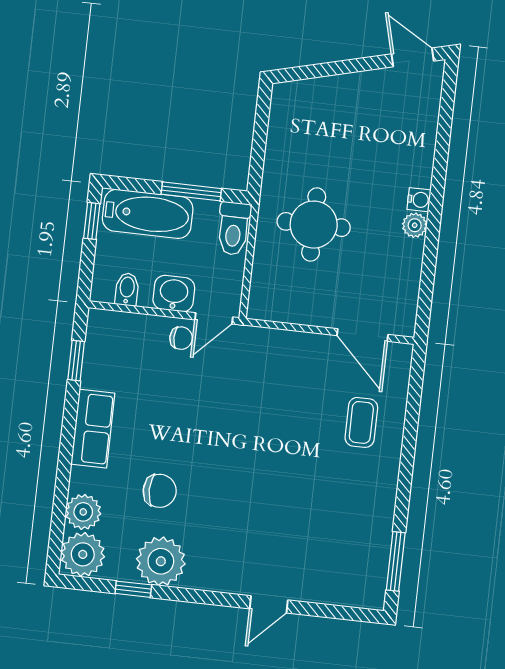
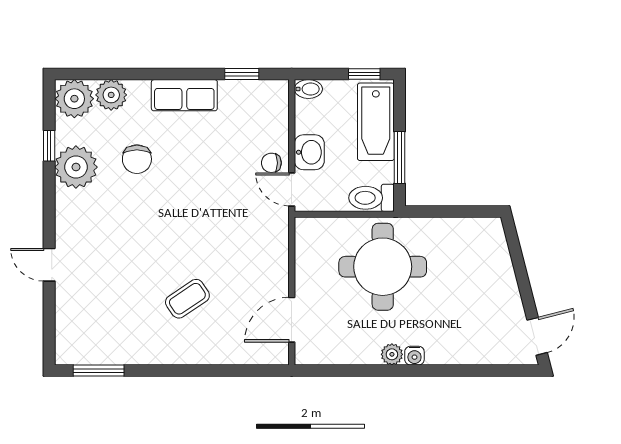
round table: (314, 225) -> (383, 267), width x1.36, depth x1.36
bidet: (127, 289) -> (308, 89), moved
chair: (181, 338) -> (271, 163), turned 90
coffee table: (361, 422) -> (187, 299), moved, turned -34

